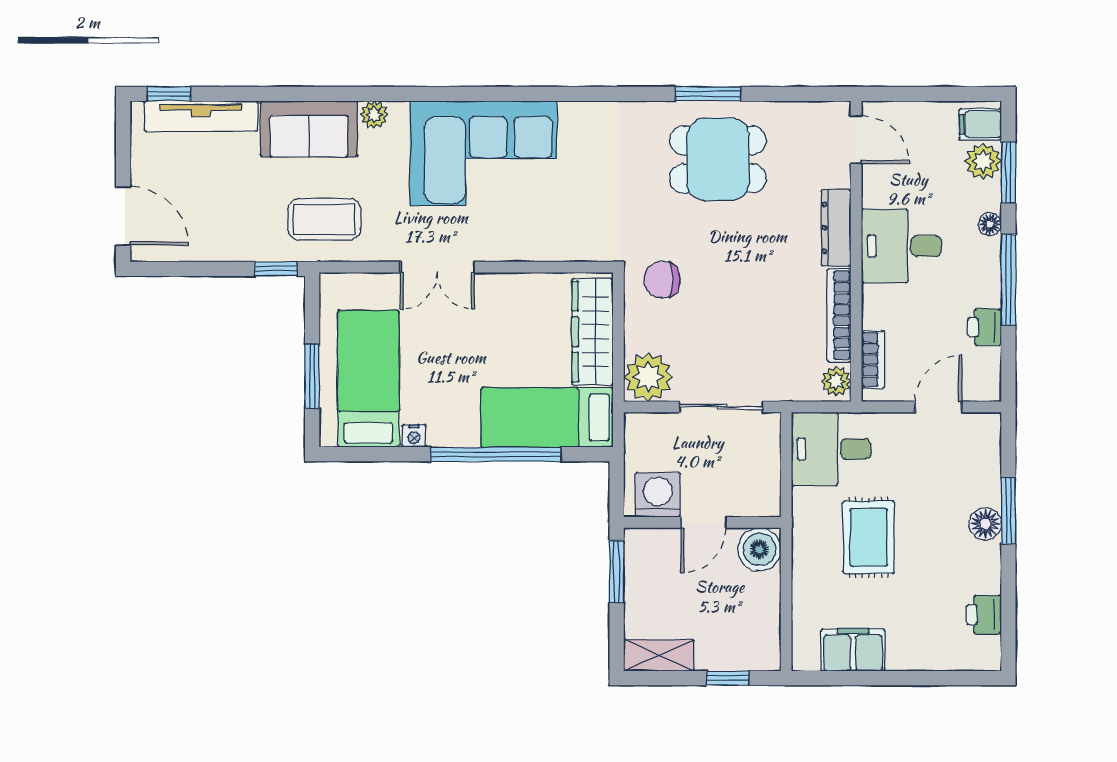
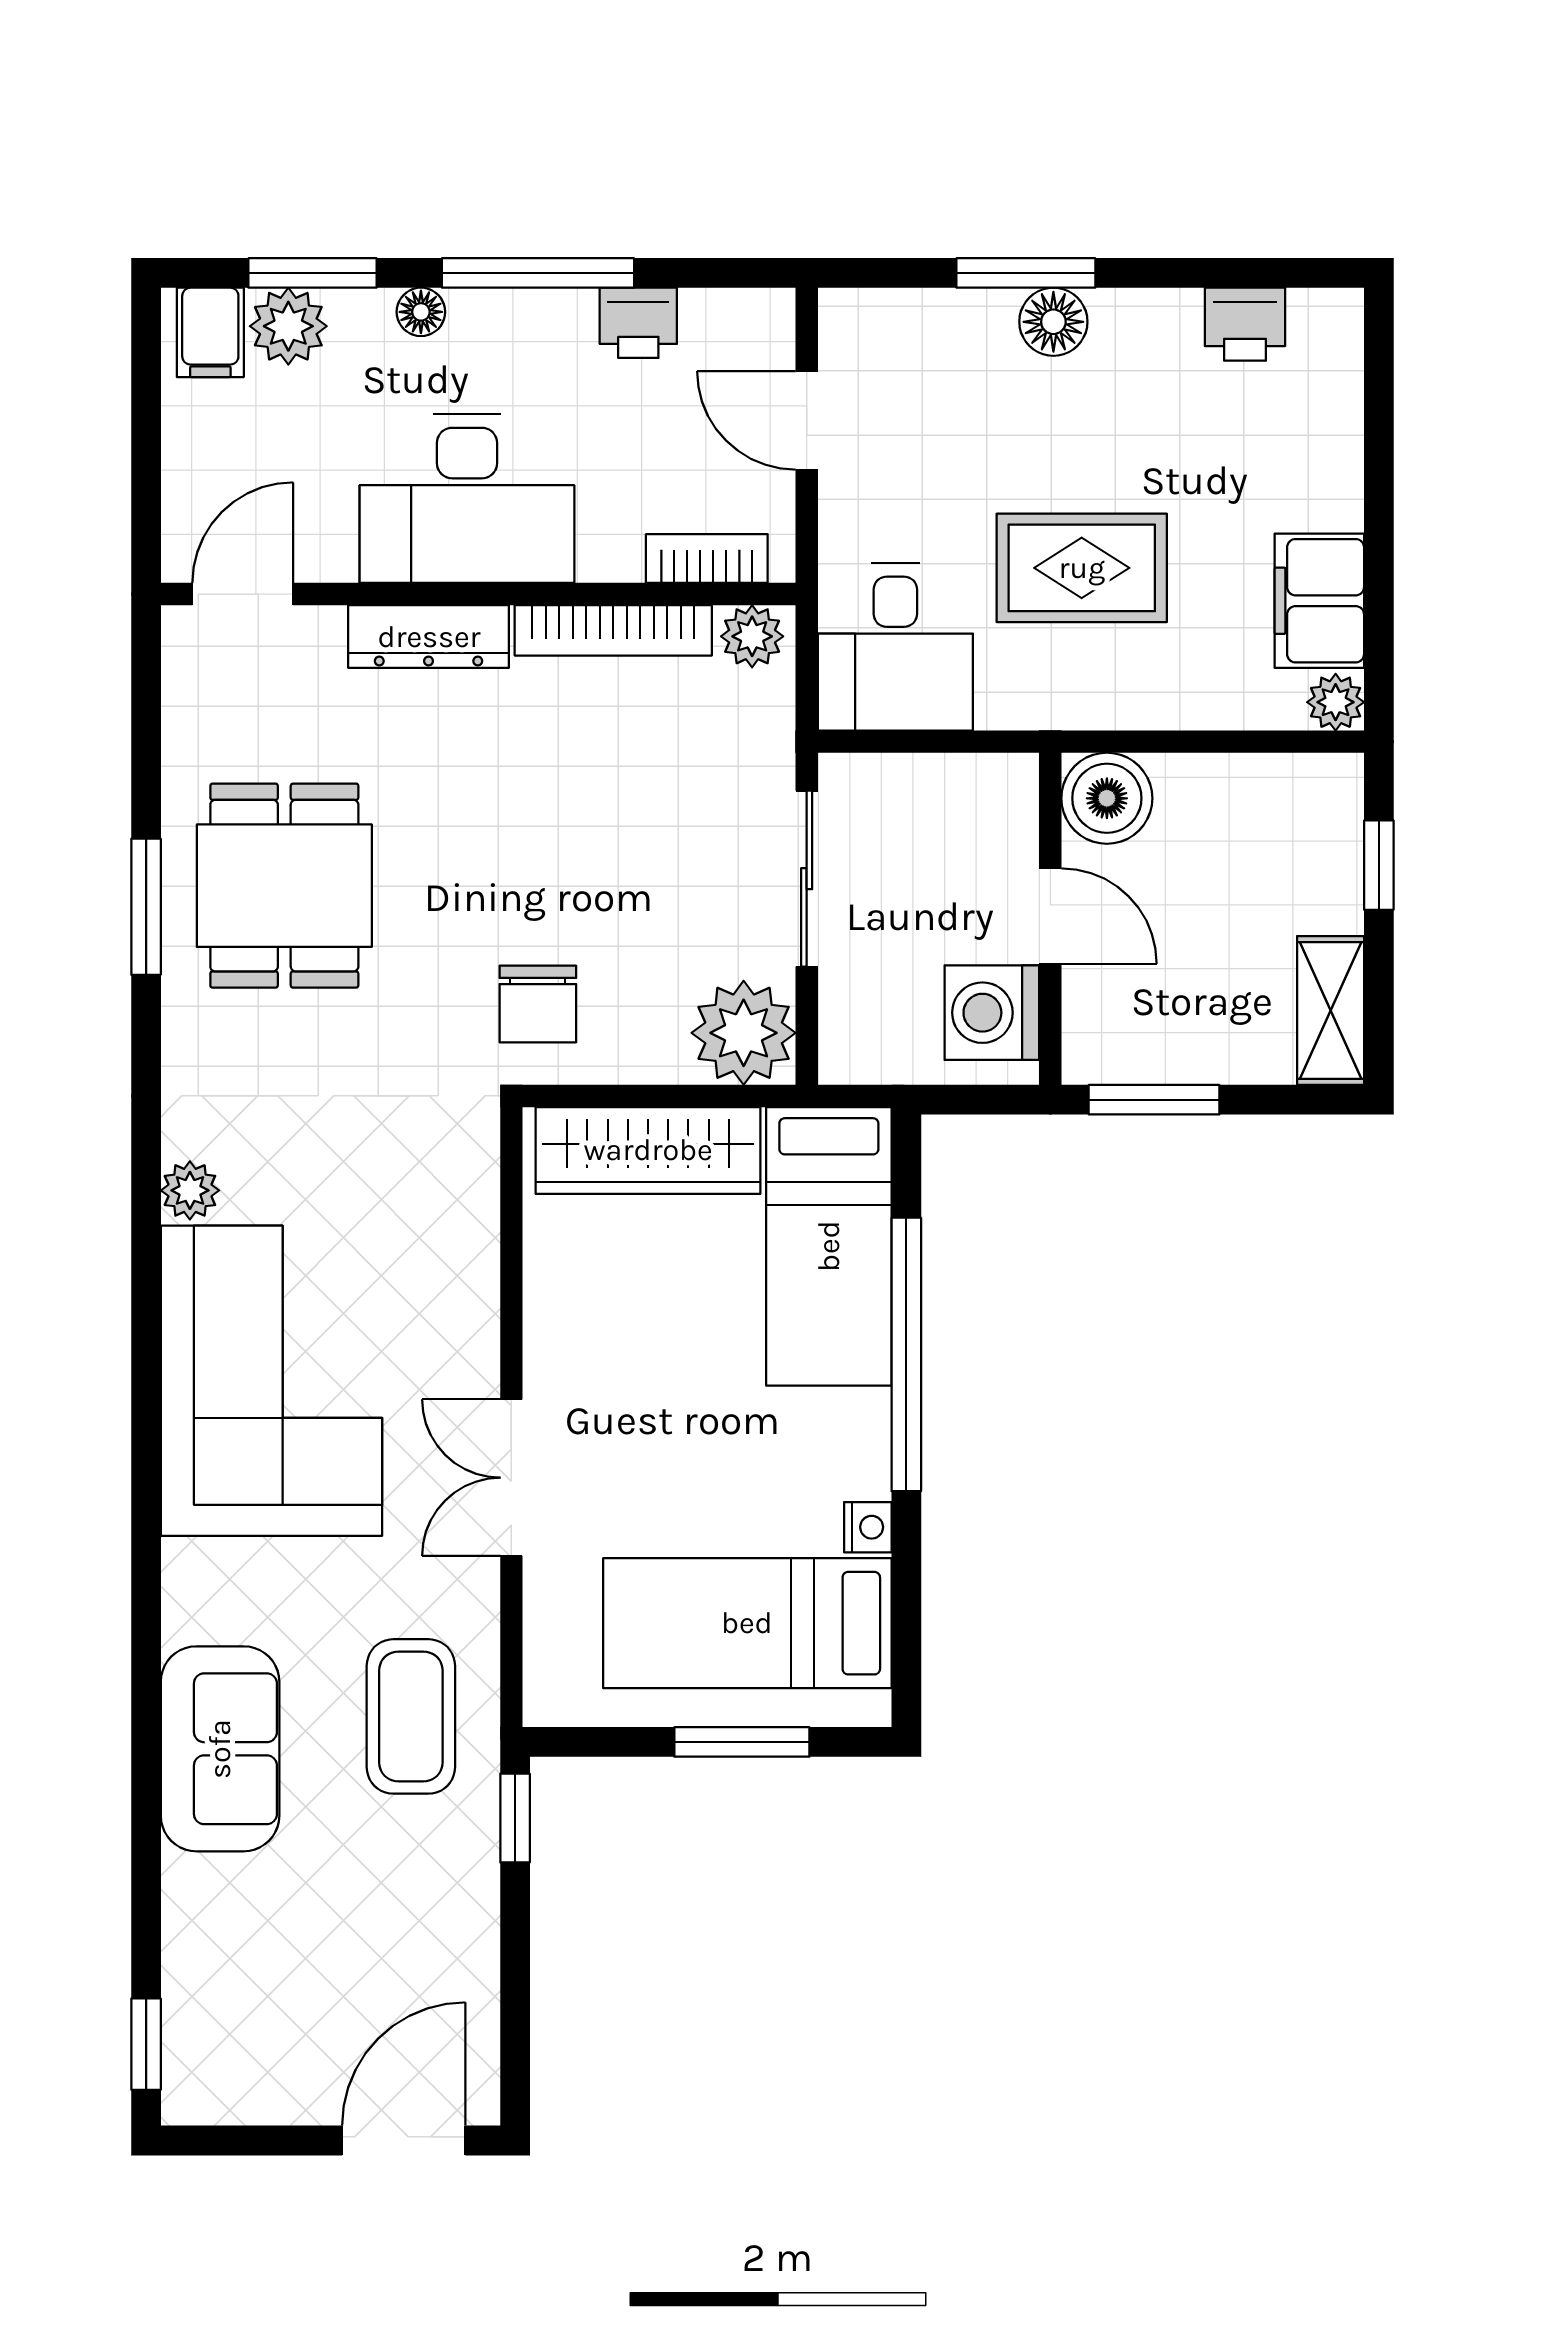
plant: (374, 115) -> (190, 1190), moved
tv unit: (201, 116) -> (193, 1976), removed
desk: (901, 246) -> (467, 499), width x1.37
double door: (437, 267) -> (511, 1478), swing flipped
plant: (805, 658) -> (1336, 702), added

